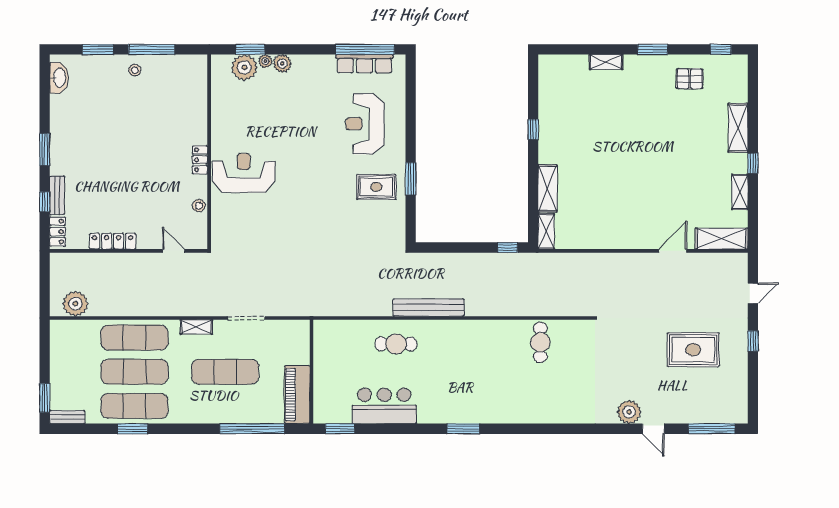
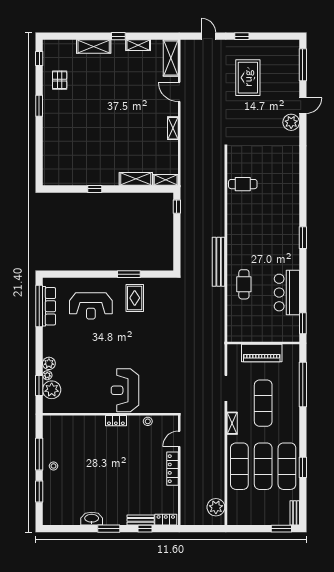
shelving: (606, 62) -> (173, 128), moved
washbasin: (59, 78) -> (92, 519), moved
locker: (113, 241) -> (172, 469), moved
piano: (297, 395) -> (262, 353), moved

